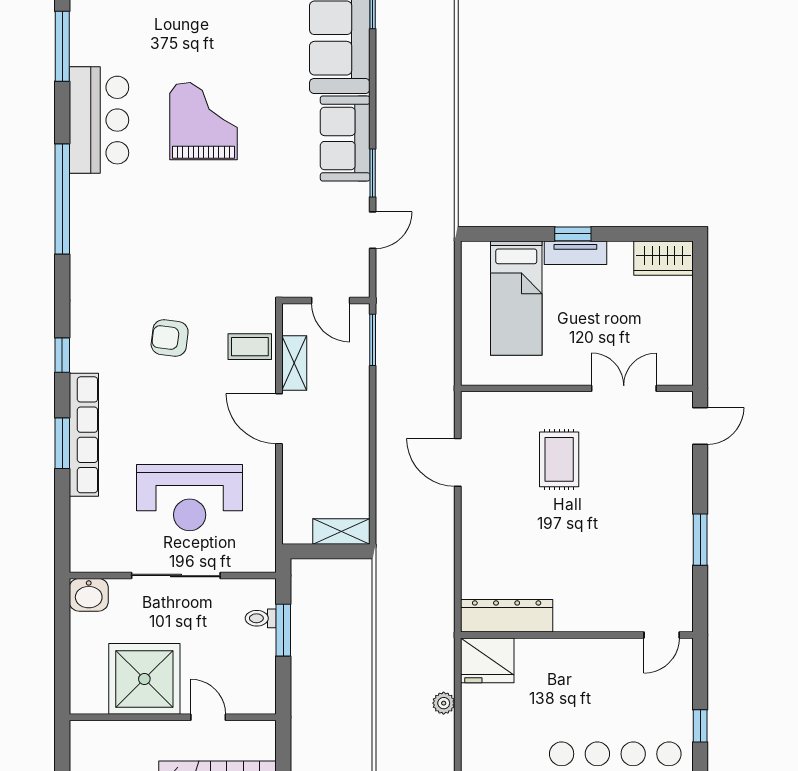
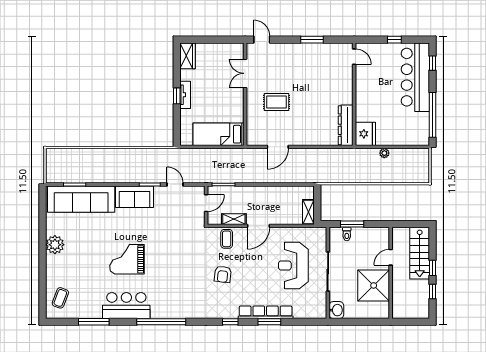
bed: (516, 298) -> (219, 134), moved, turned 180
reception desk: (190, 498) -> (293, 265), turned 180
shelving: (341, 532) -> (308, 212), moved

